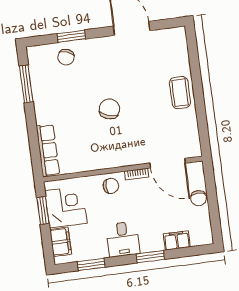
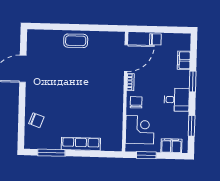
window: (71, 36) -> (22, 114), removed
chair: (109, 109) -> (80, 95), removed
row of seats: (48, 150) -> (81, 144), moved
corner desk: (66, 207) -> (140, 130), moved, turned 90

